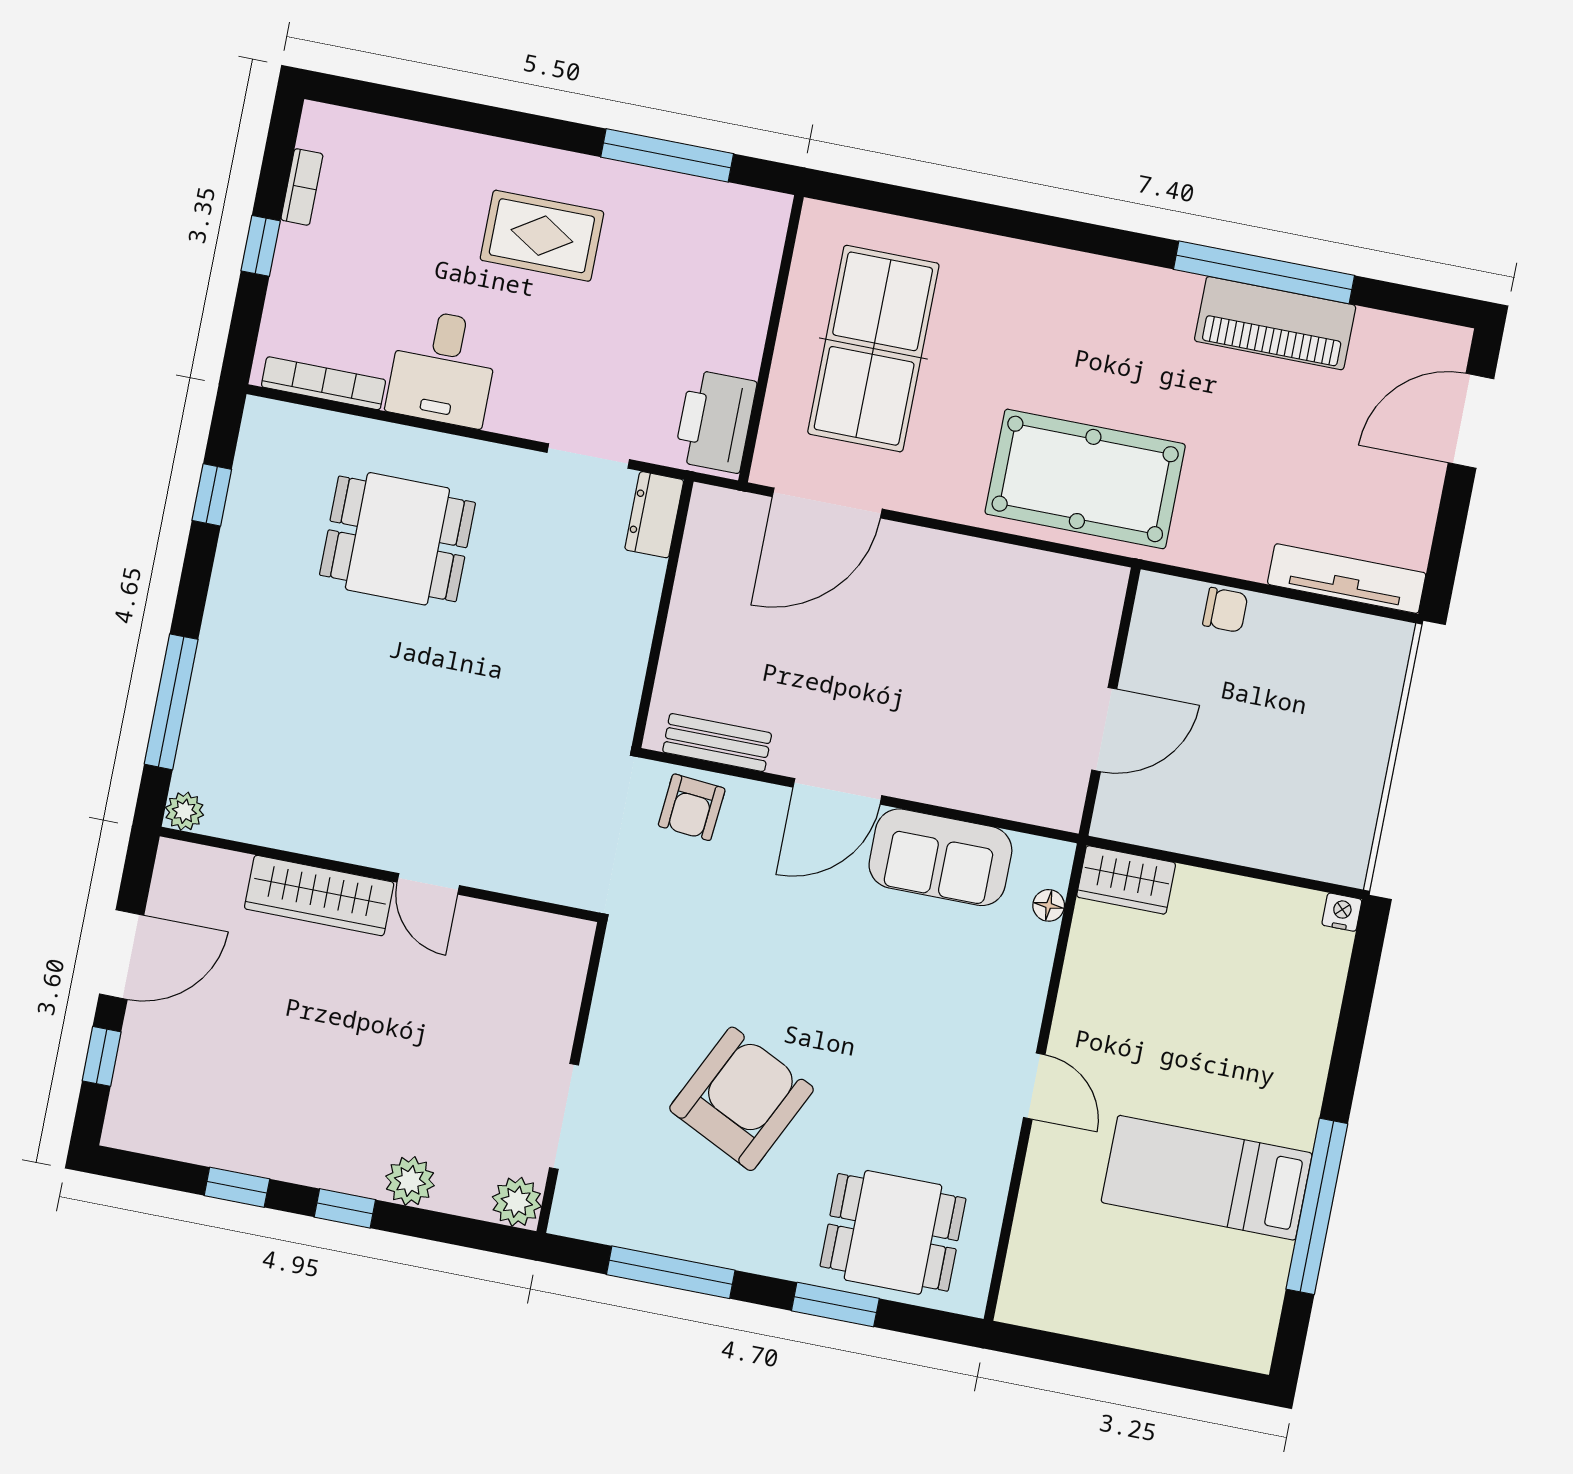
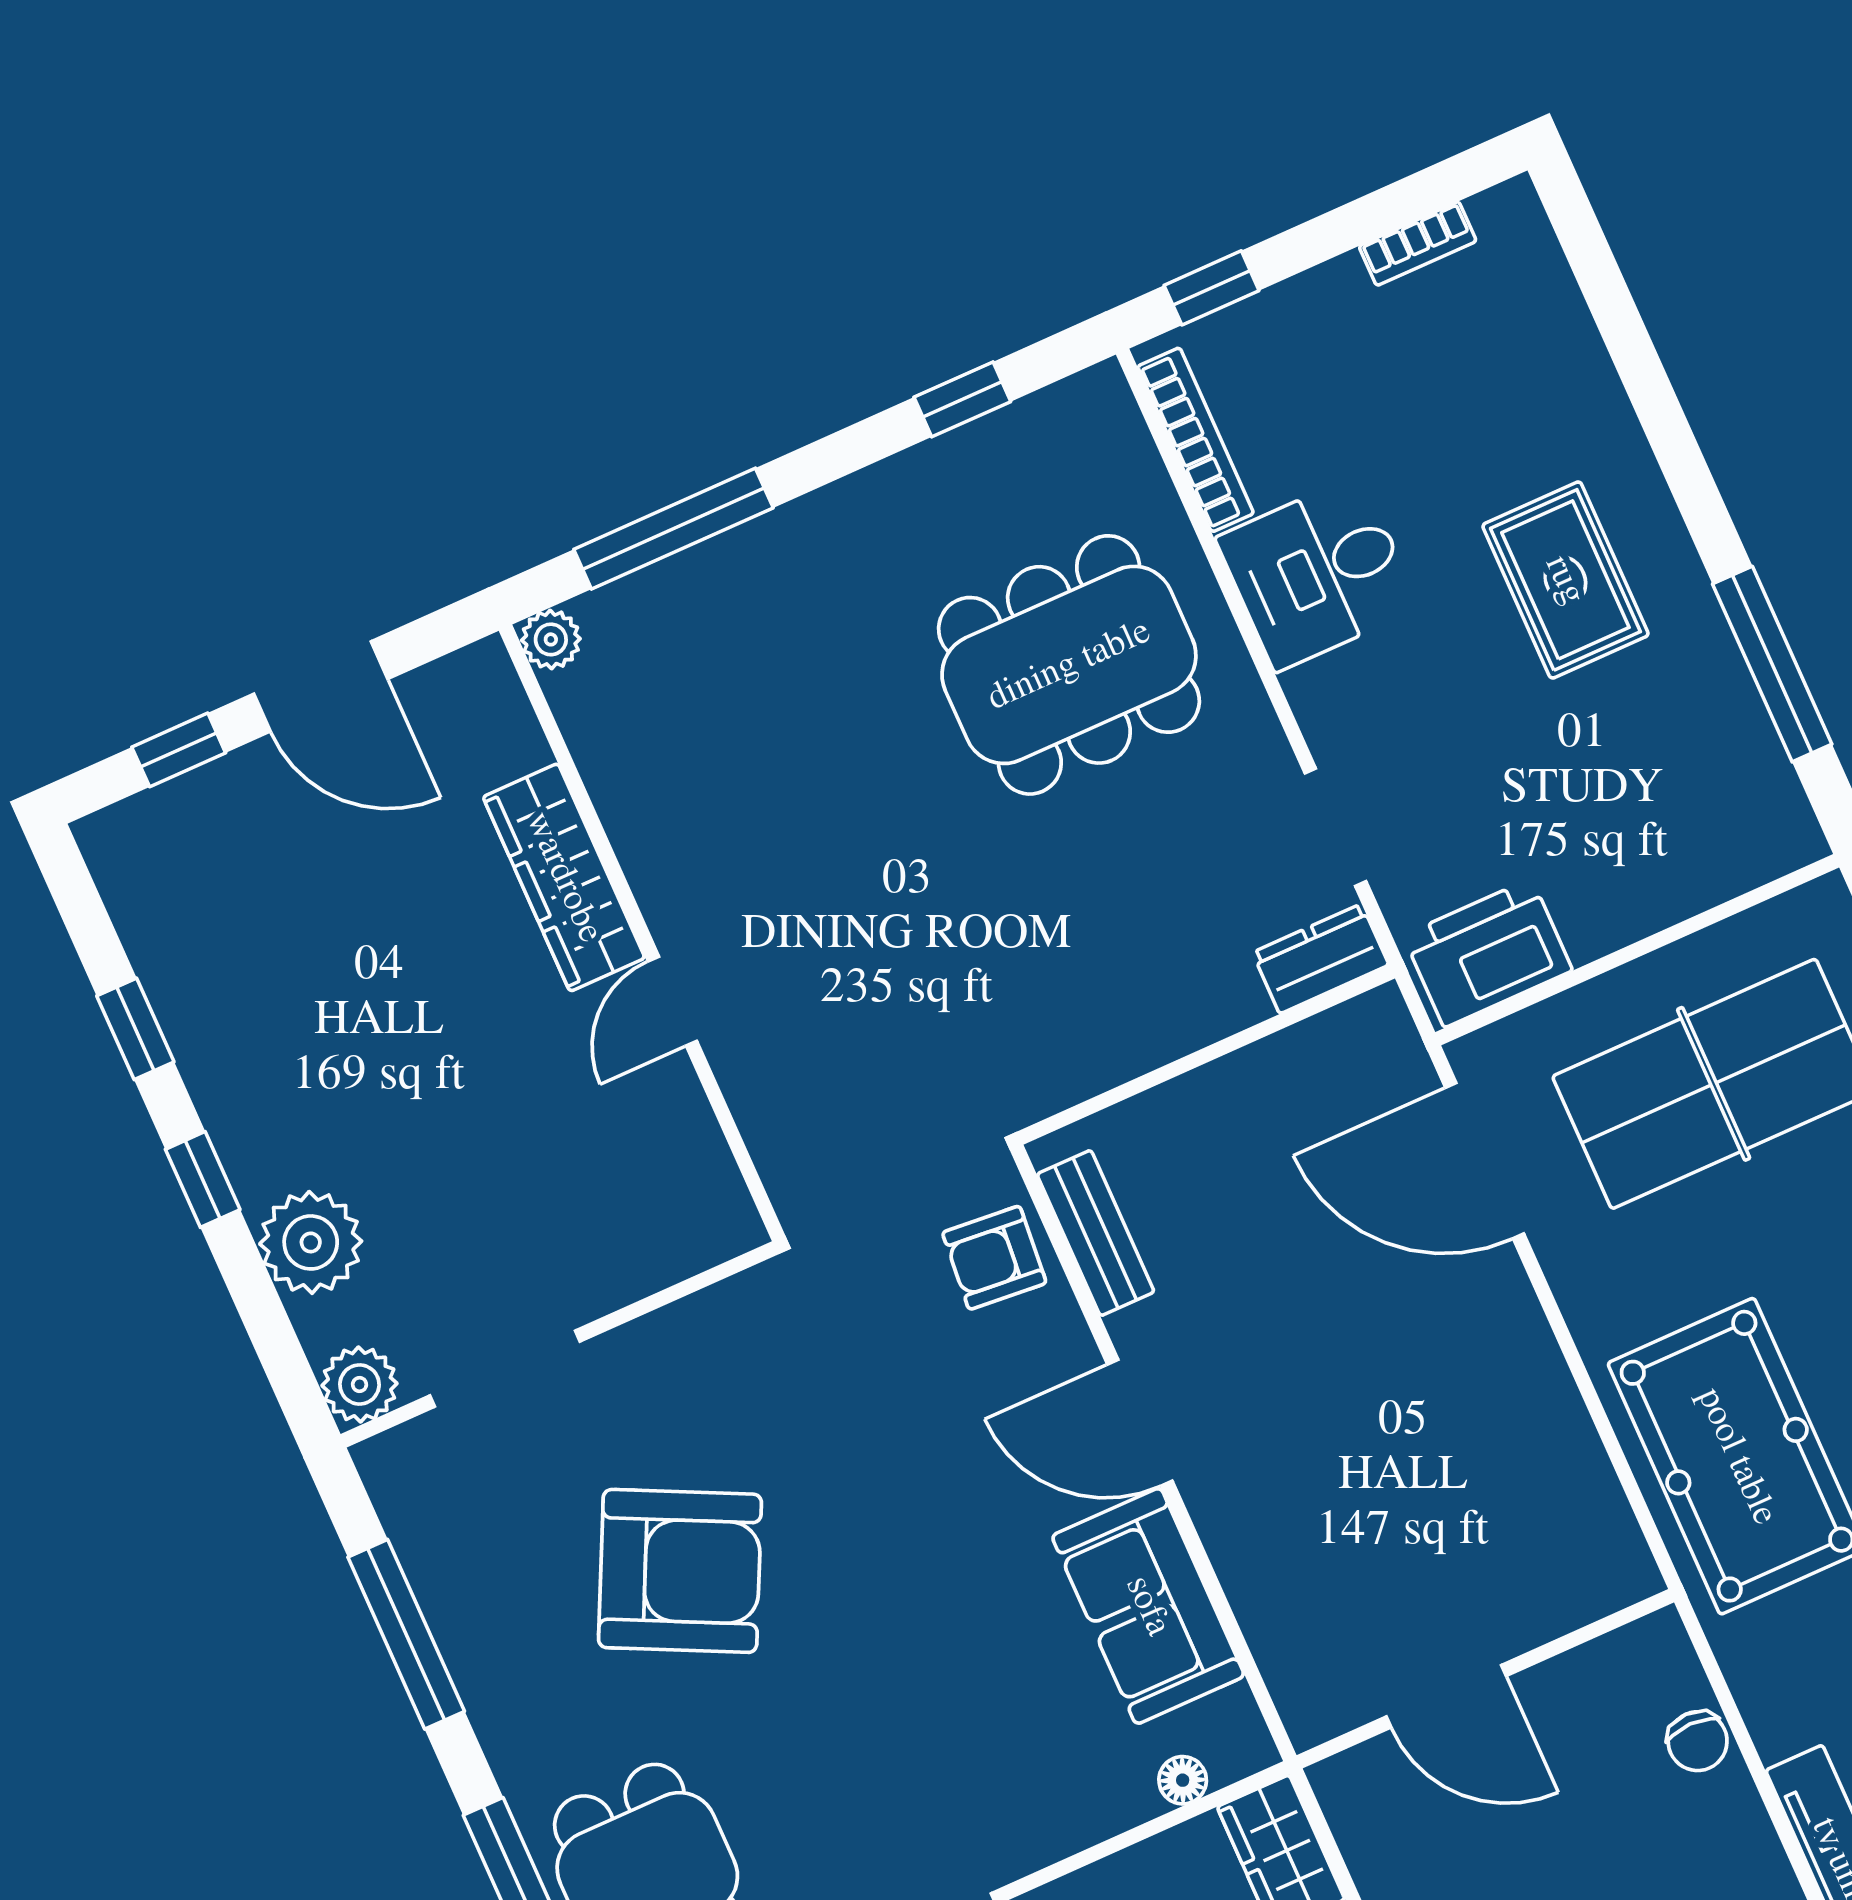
window: (261, 246) -> (1212, 288), moved
dining table: (397, 539) -> (1069, 665), width x1.38
plant: (410, 1181) -> (311, 1242), width x1.36, depth x1.36

